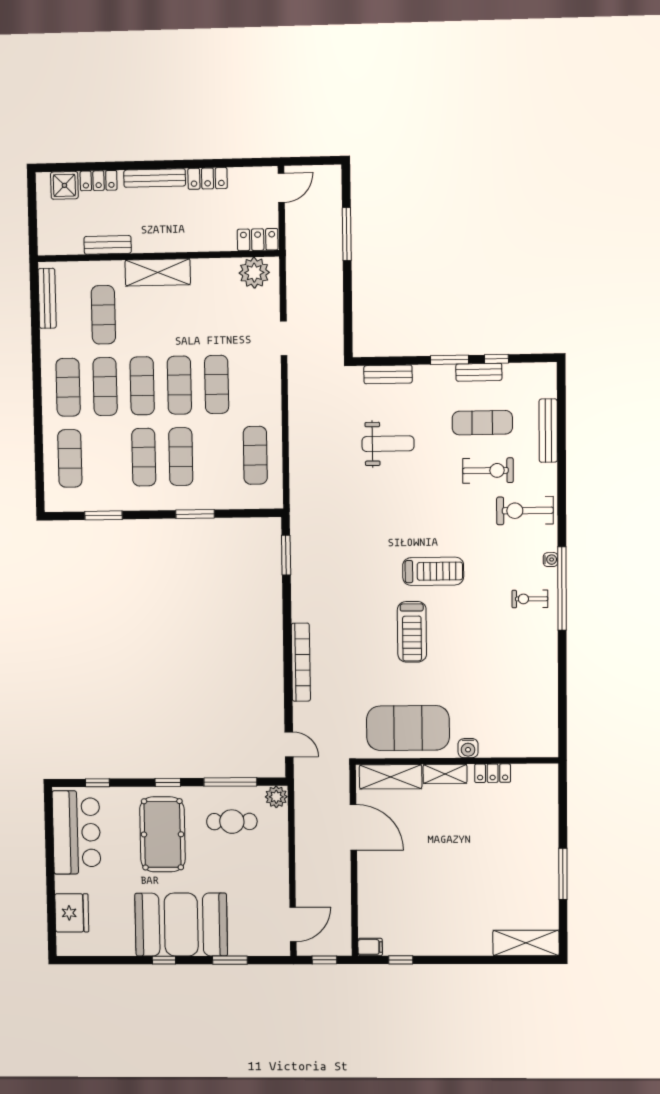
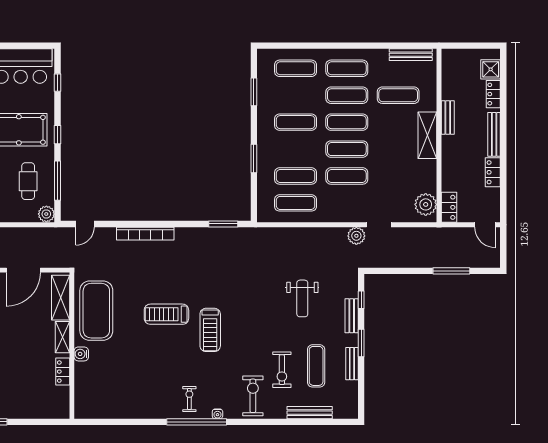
bench: (108, 245) -> (448, 117), moved
window: (496, 359) -> (361, 300), moved
plant: (299, 369) -> (356, 236), added
bench: (388, 374) -> (352, 316), moved
exercise mat: (181, 457) -> (296, 176), moved

